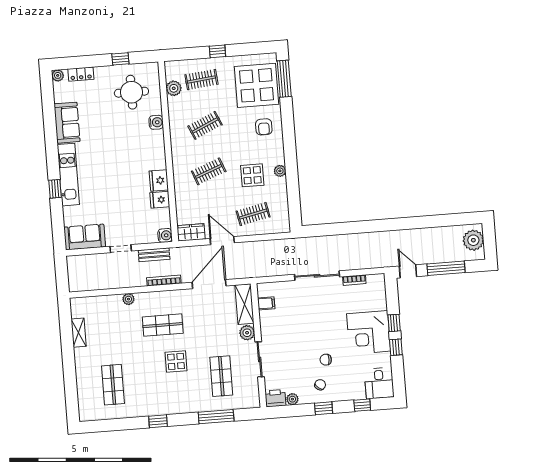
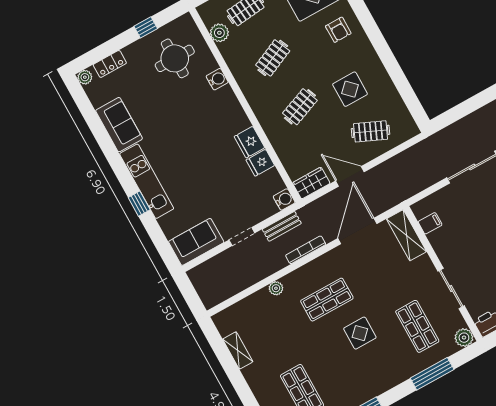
plant: (280, 171) -> (378, 70), removed
clothes rail: (253, 214) -> (371, 131), turned 36
plant: (247, 333) -> (464, 338), moved

